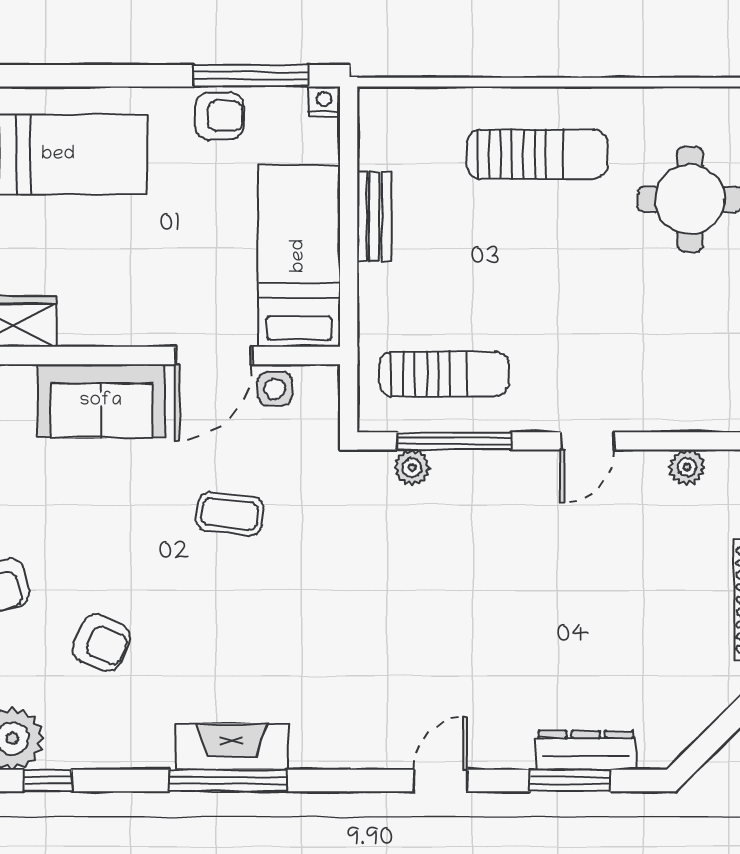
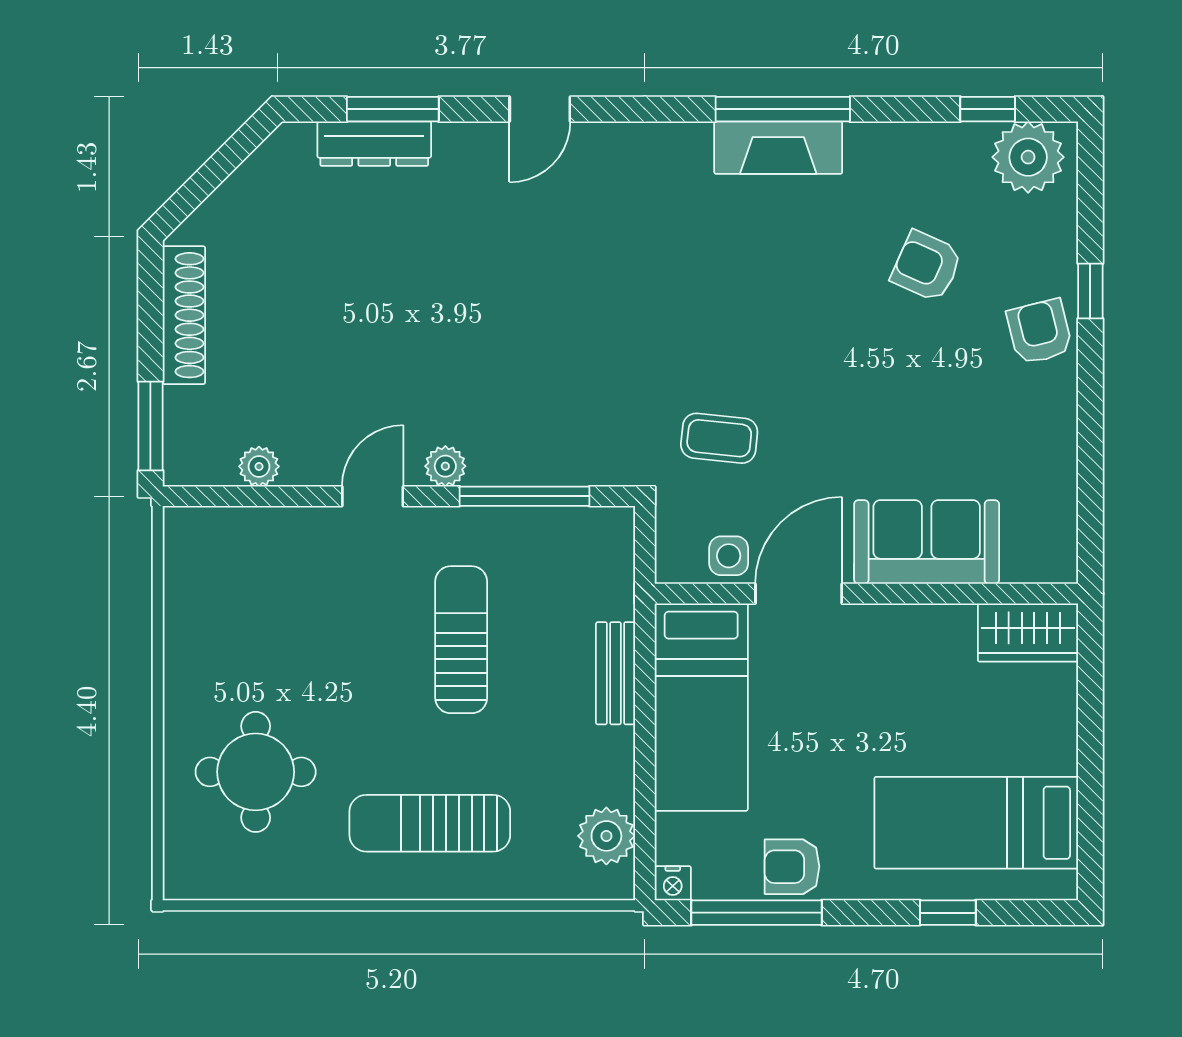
window: (83, 76) -> (948, 913), added
plant: (382, 143) -> (606, 836), added
bench: (374, 216) -> (615, 673), moved
sun lounger: (444, 374) -> (461, 640), moved, turned 90
plant: (412, 467) -> (445, 466), moved
coffee table: (230, 514) -> (719, 438), moved

